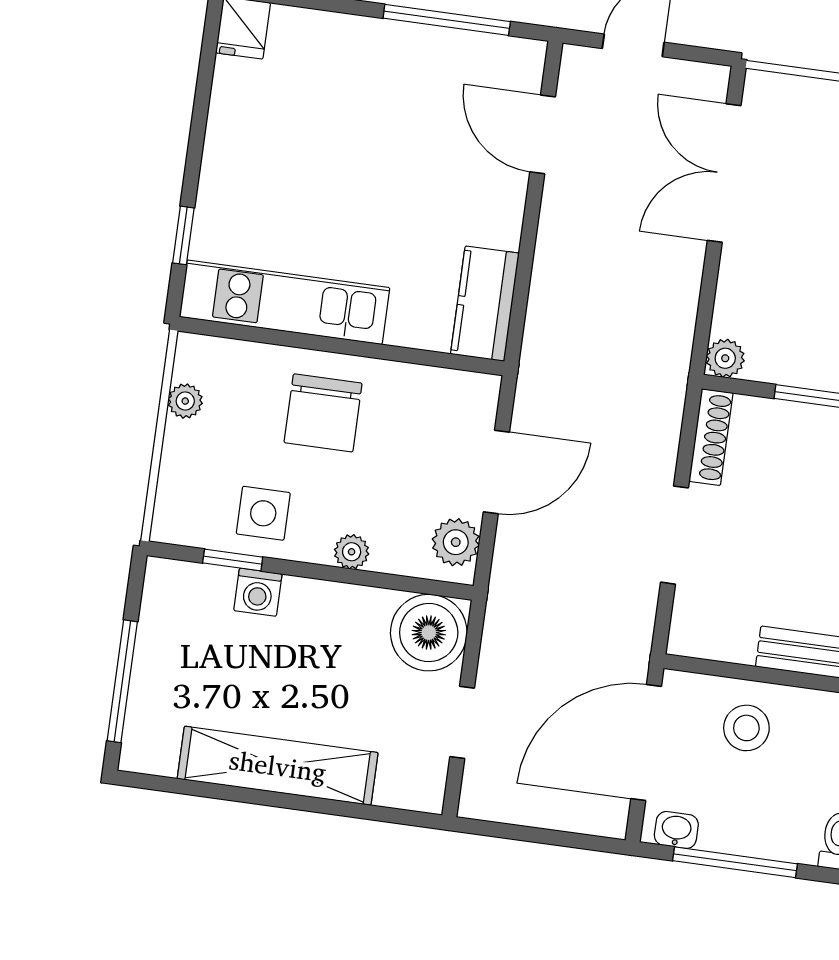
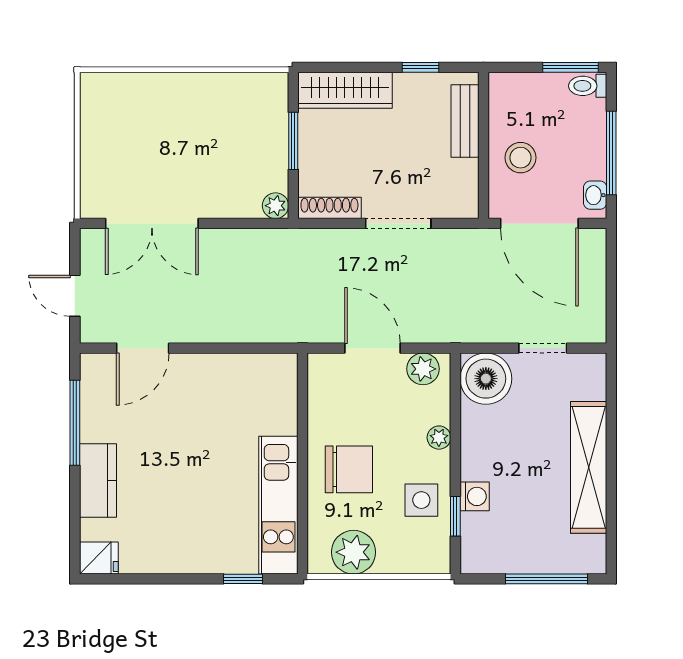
kitchen counter: (485, 304) -> (98, 480), moved, turned -90
plant: (185, 401) -> (353, 552), width x1.87, depth x1.87

